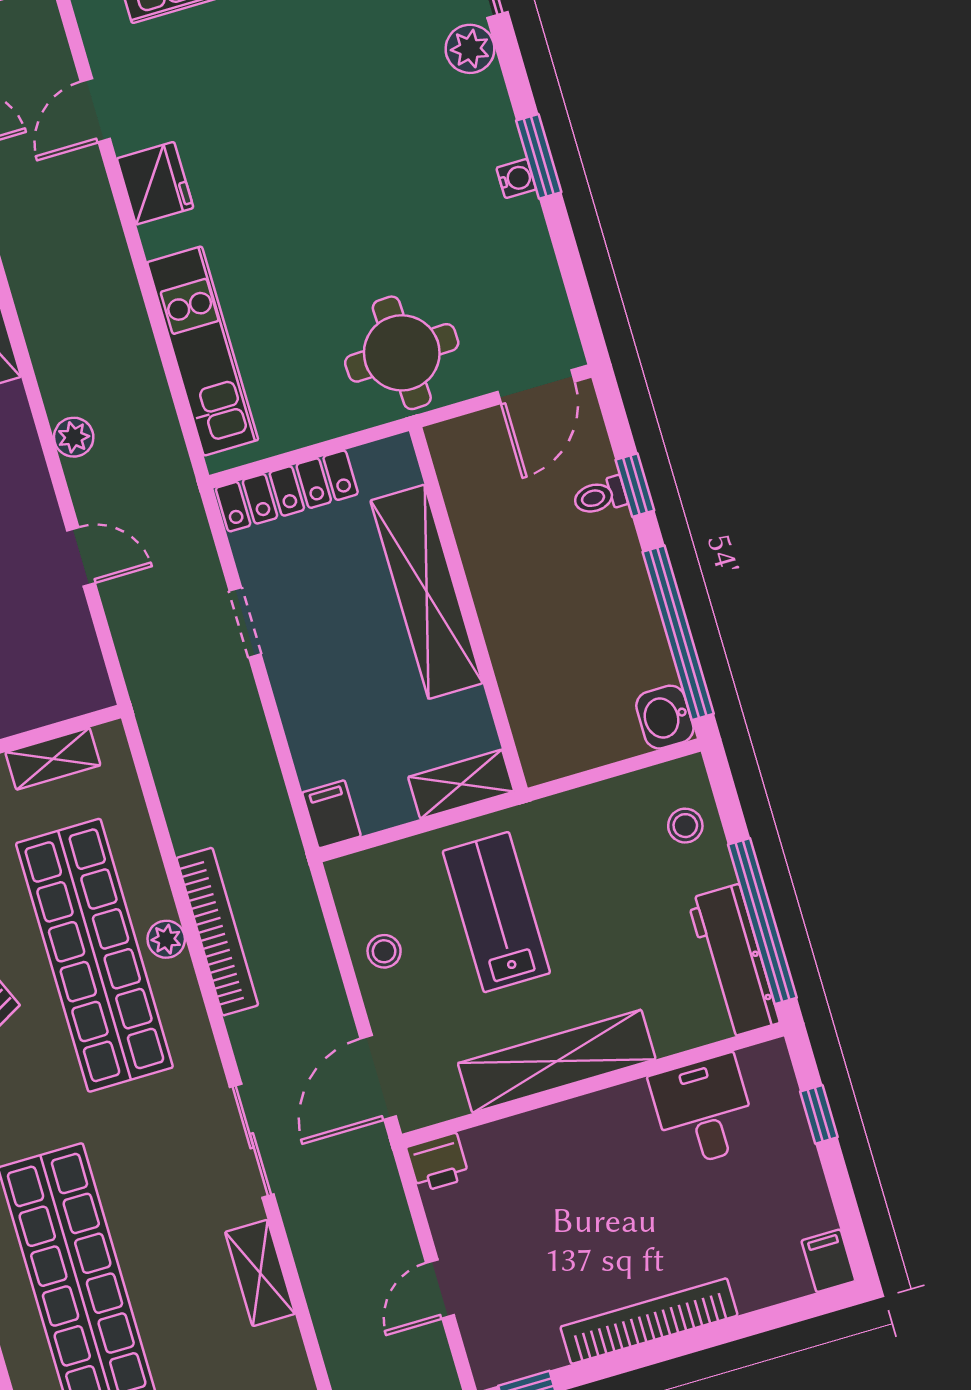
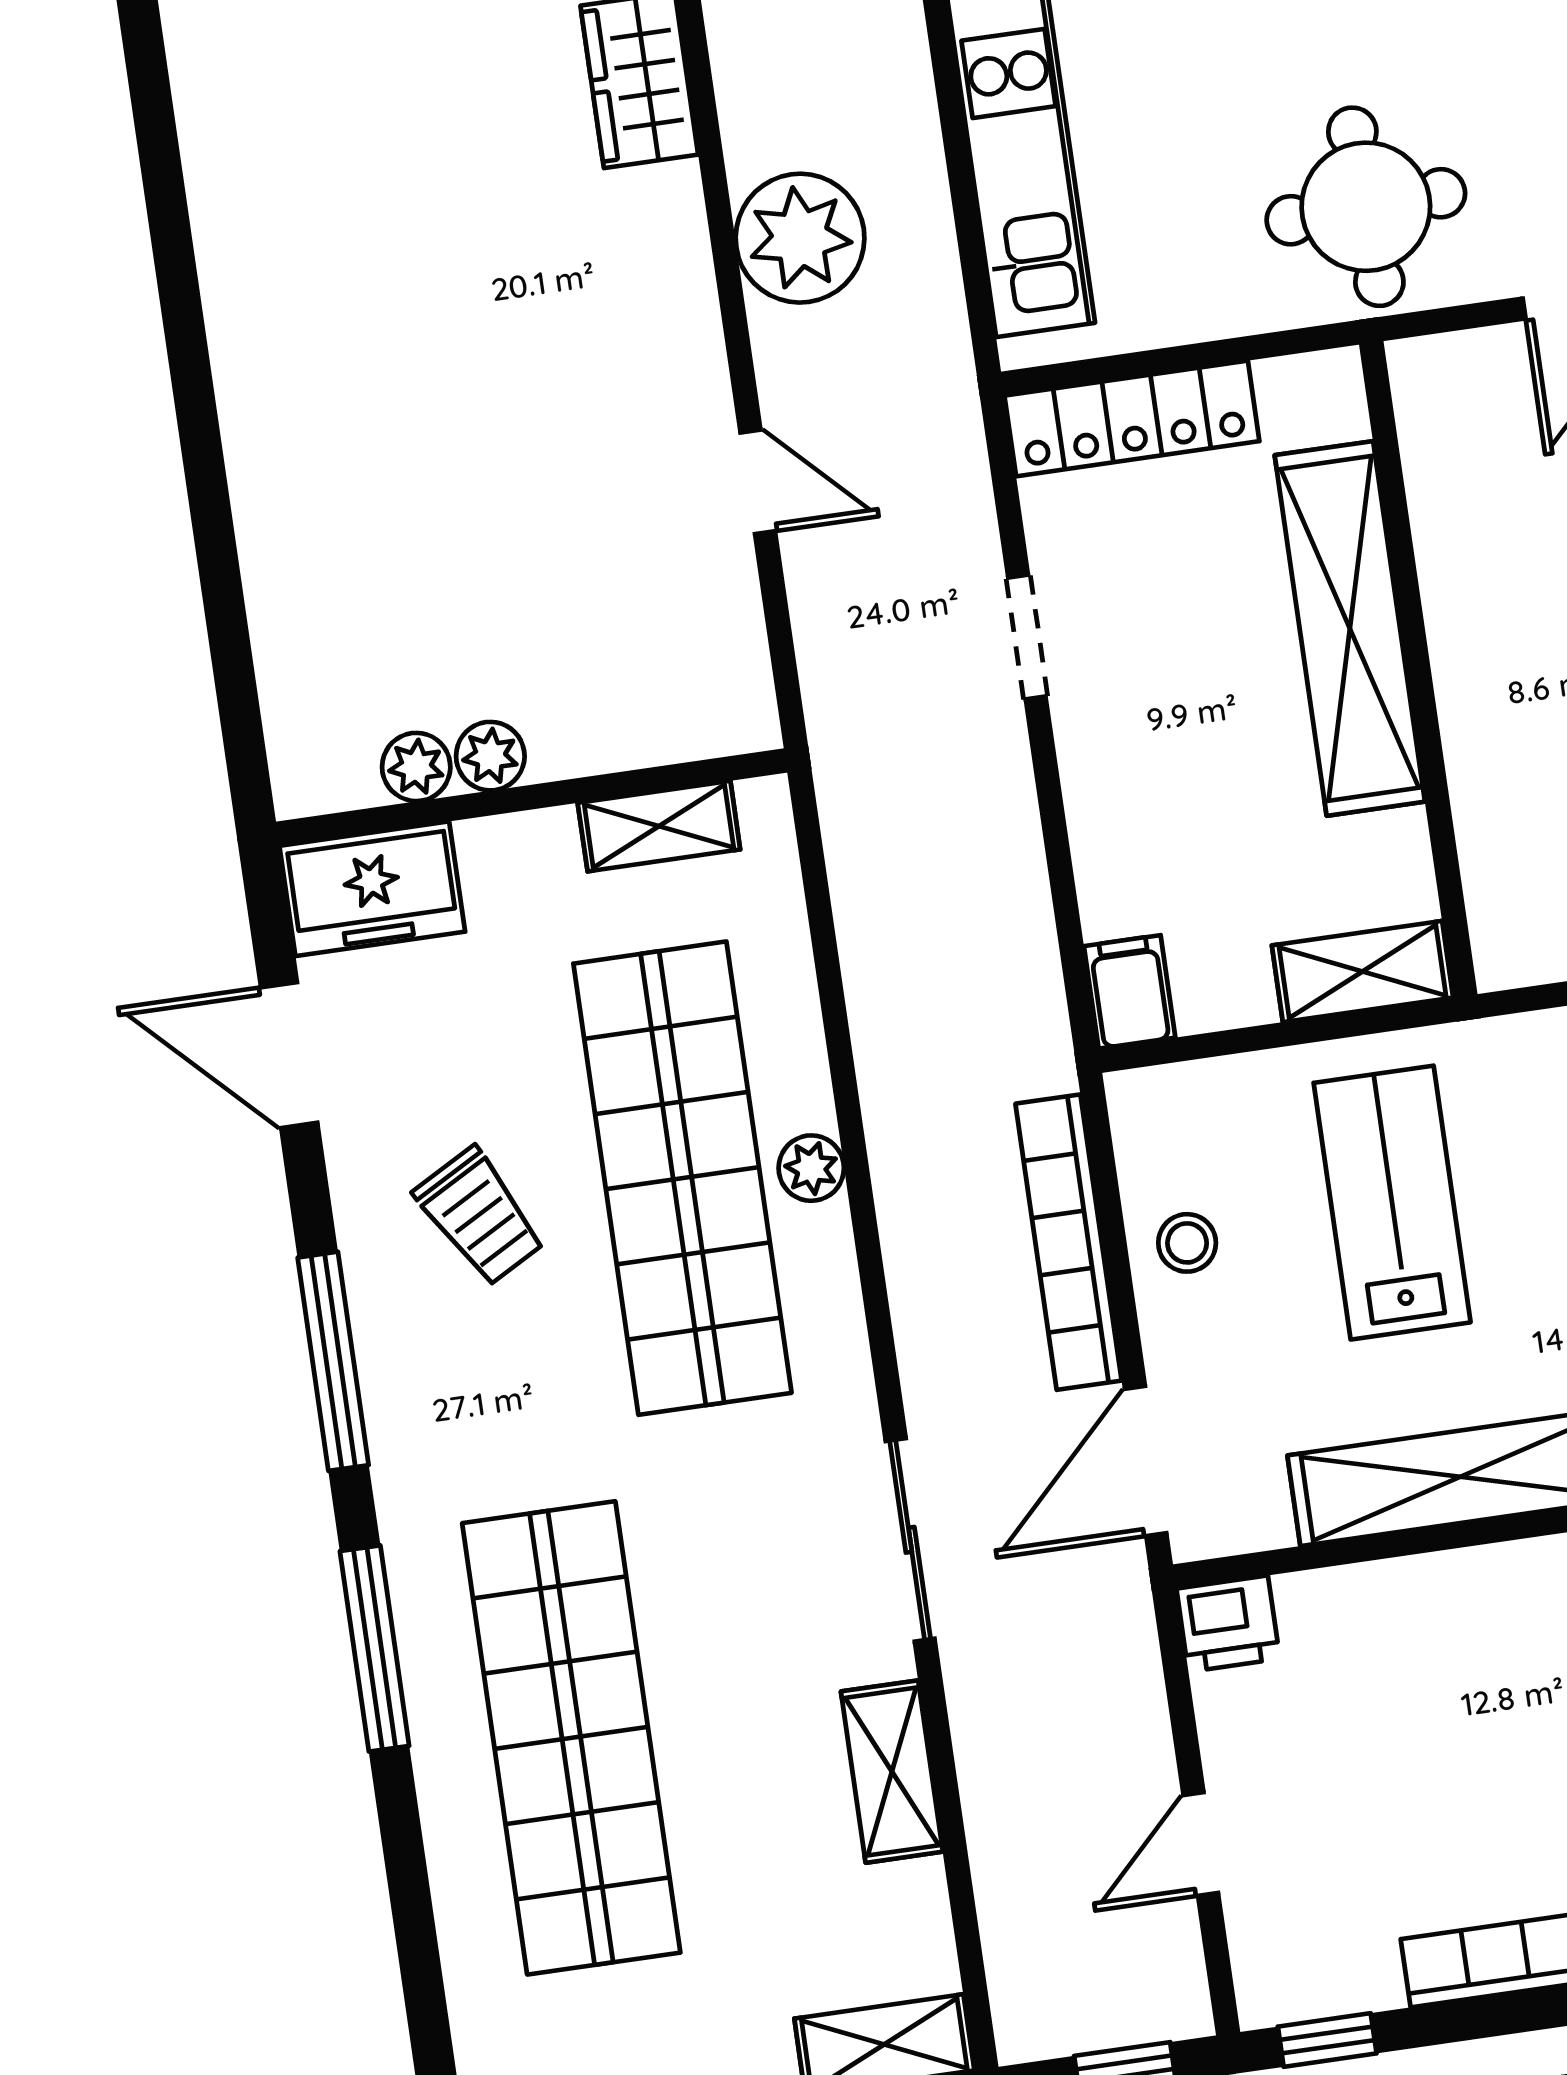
plant: (74, 437) -> (800, 238), width x1.88, depth x1.88
bookcase: (217, 932) -> (1069, 1242), moved, turned 180

